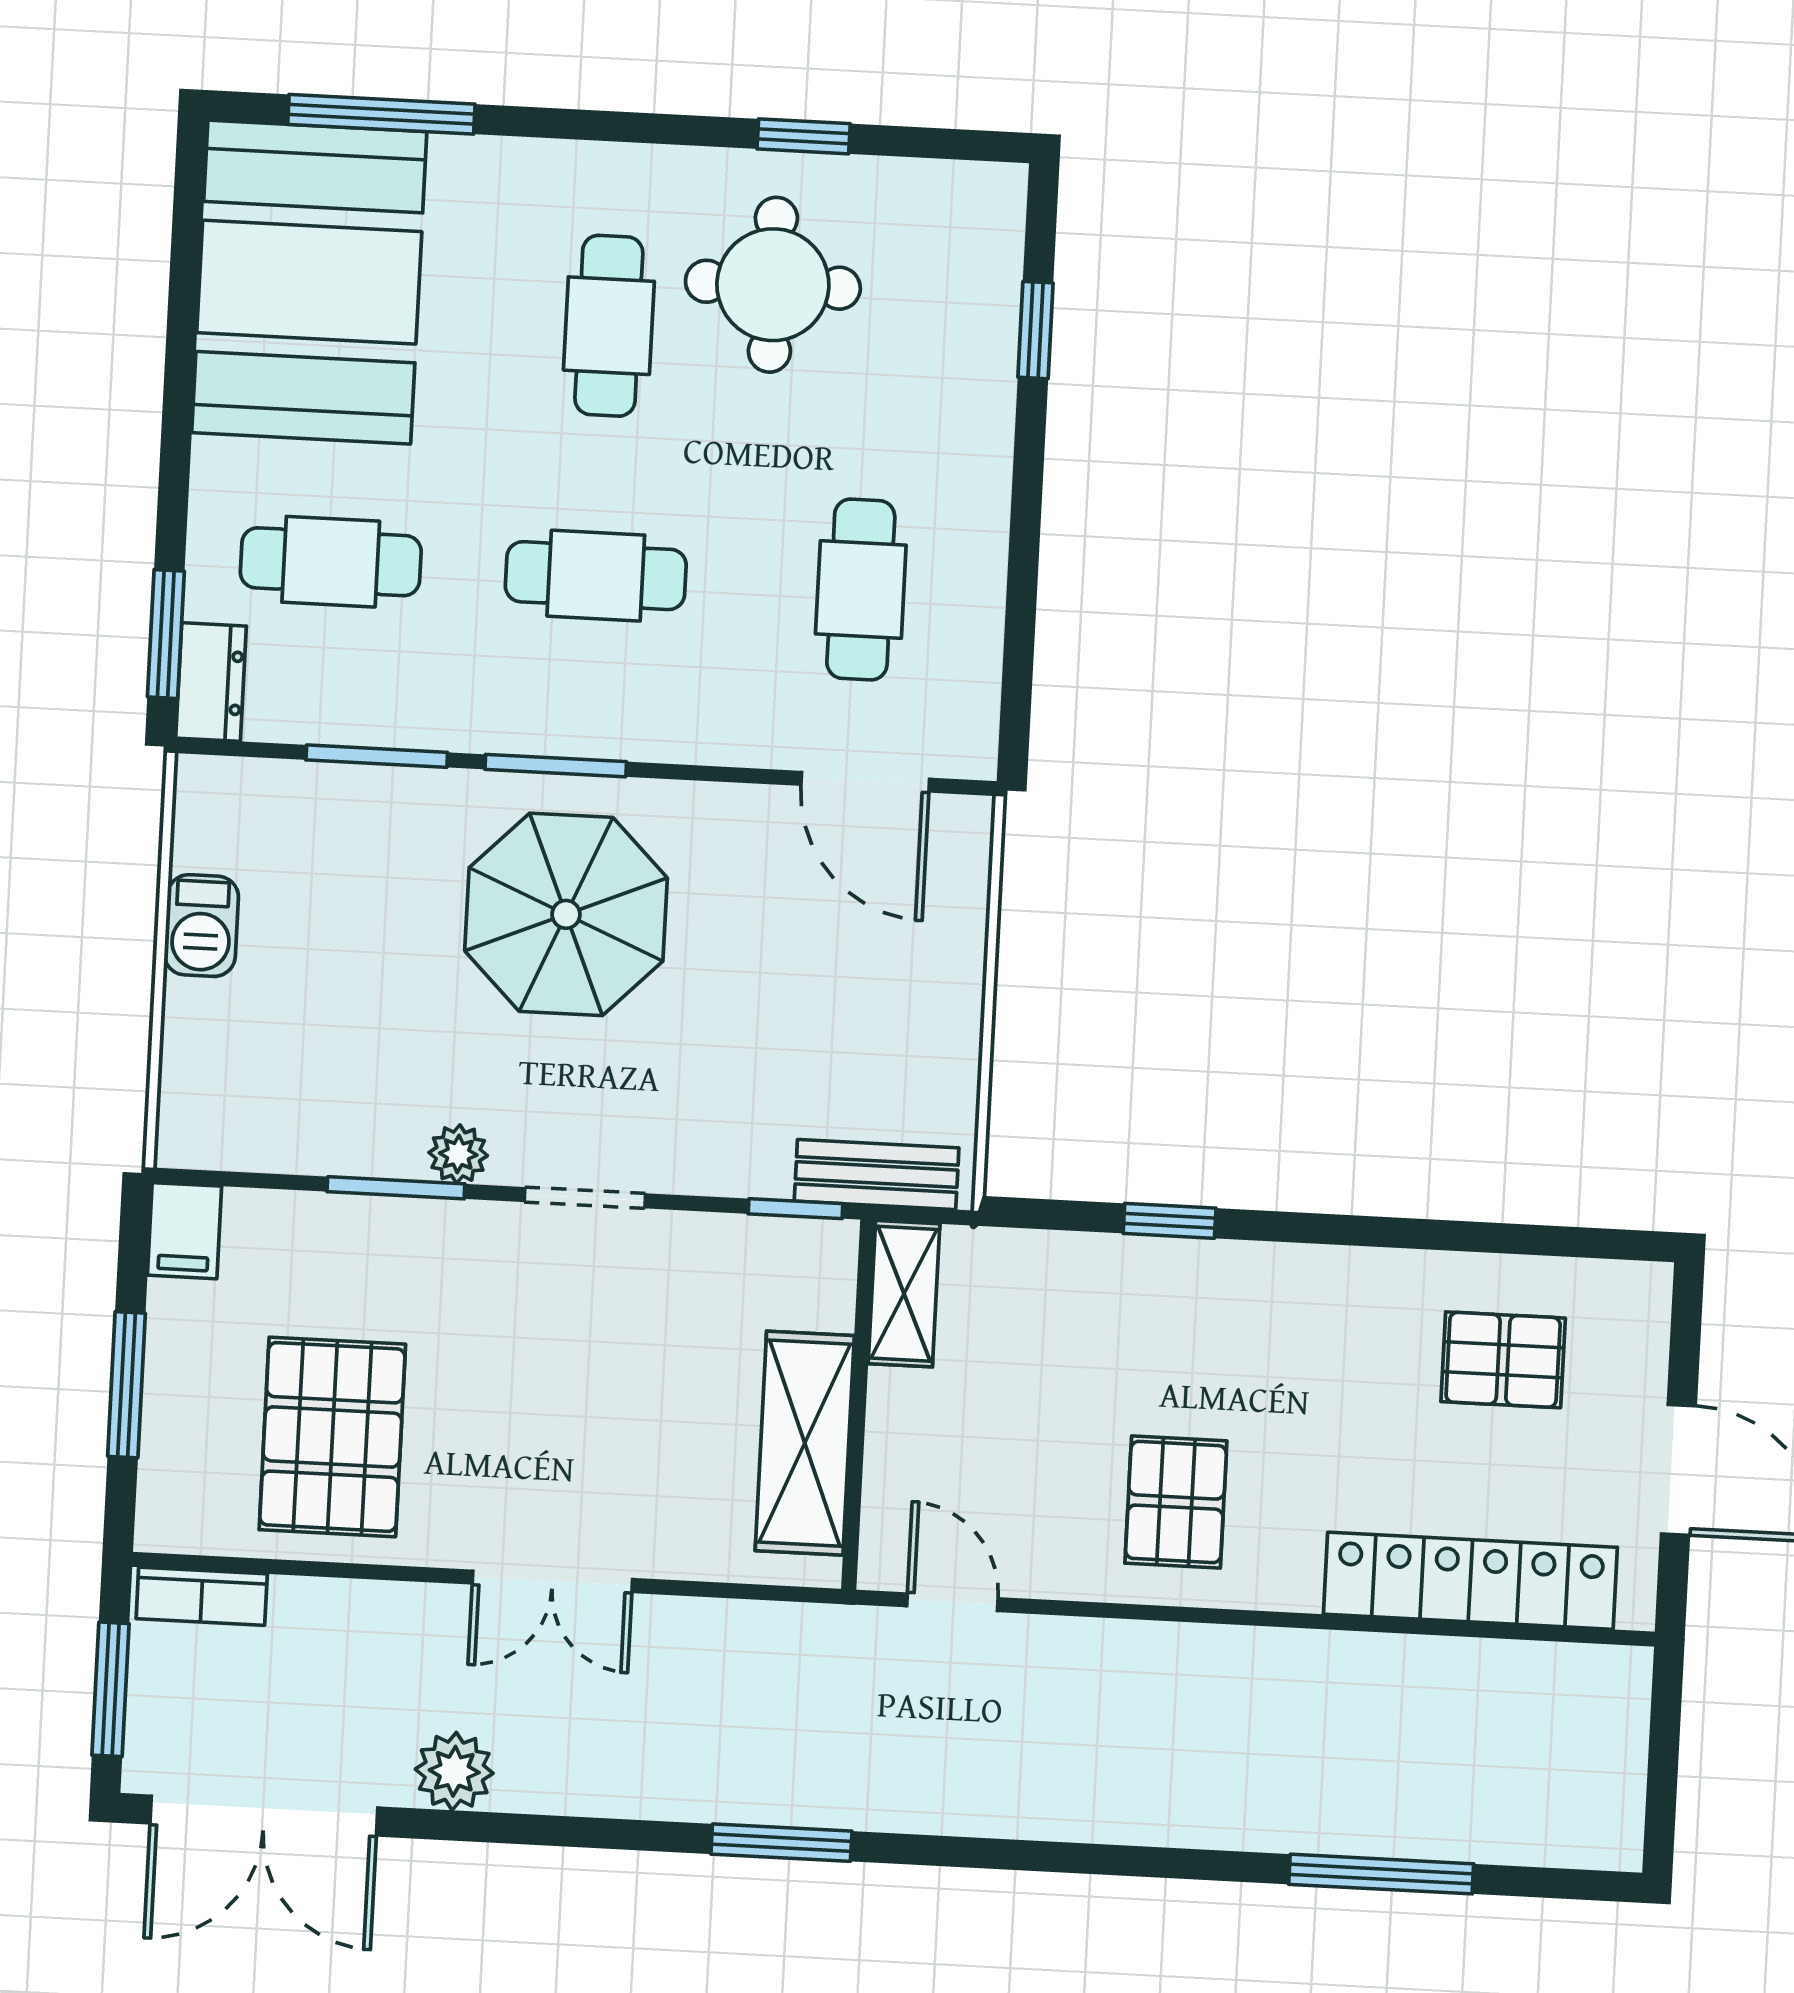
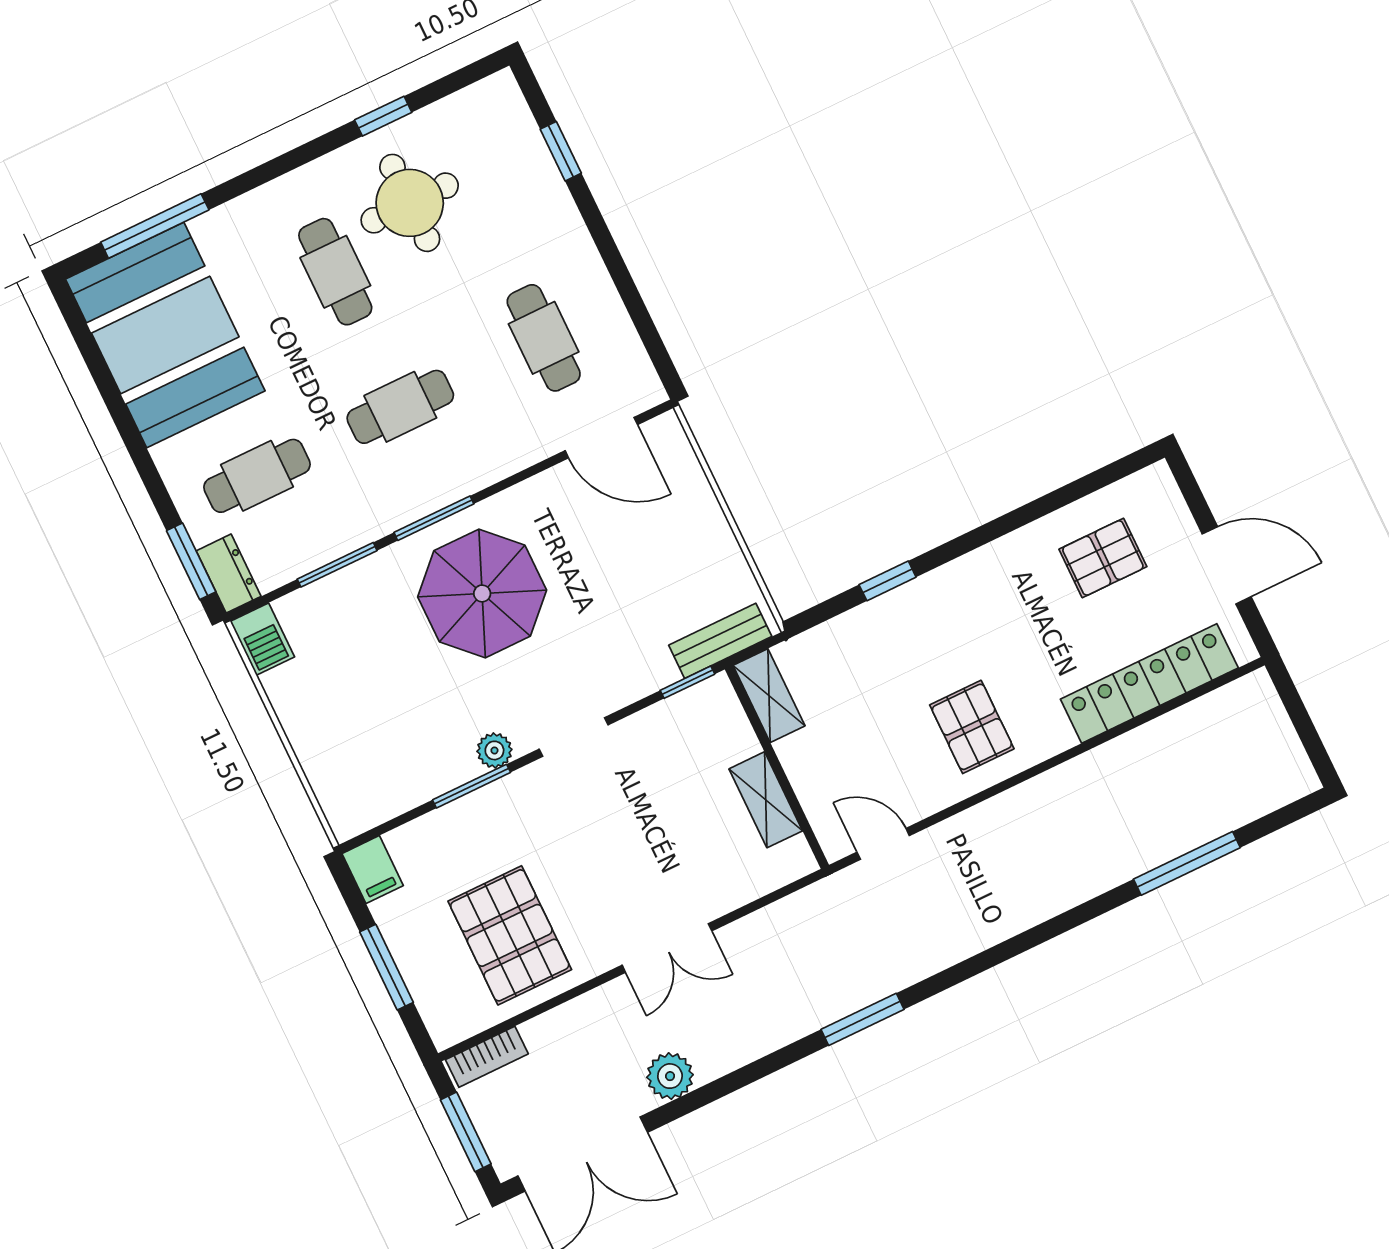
barbecue: (201, 926) -> (262, 639), moved
shelving: (805, 1443) -> (766, 800), width x0.67, depth x0.75

